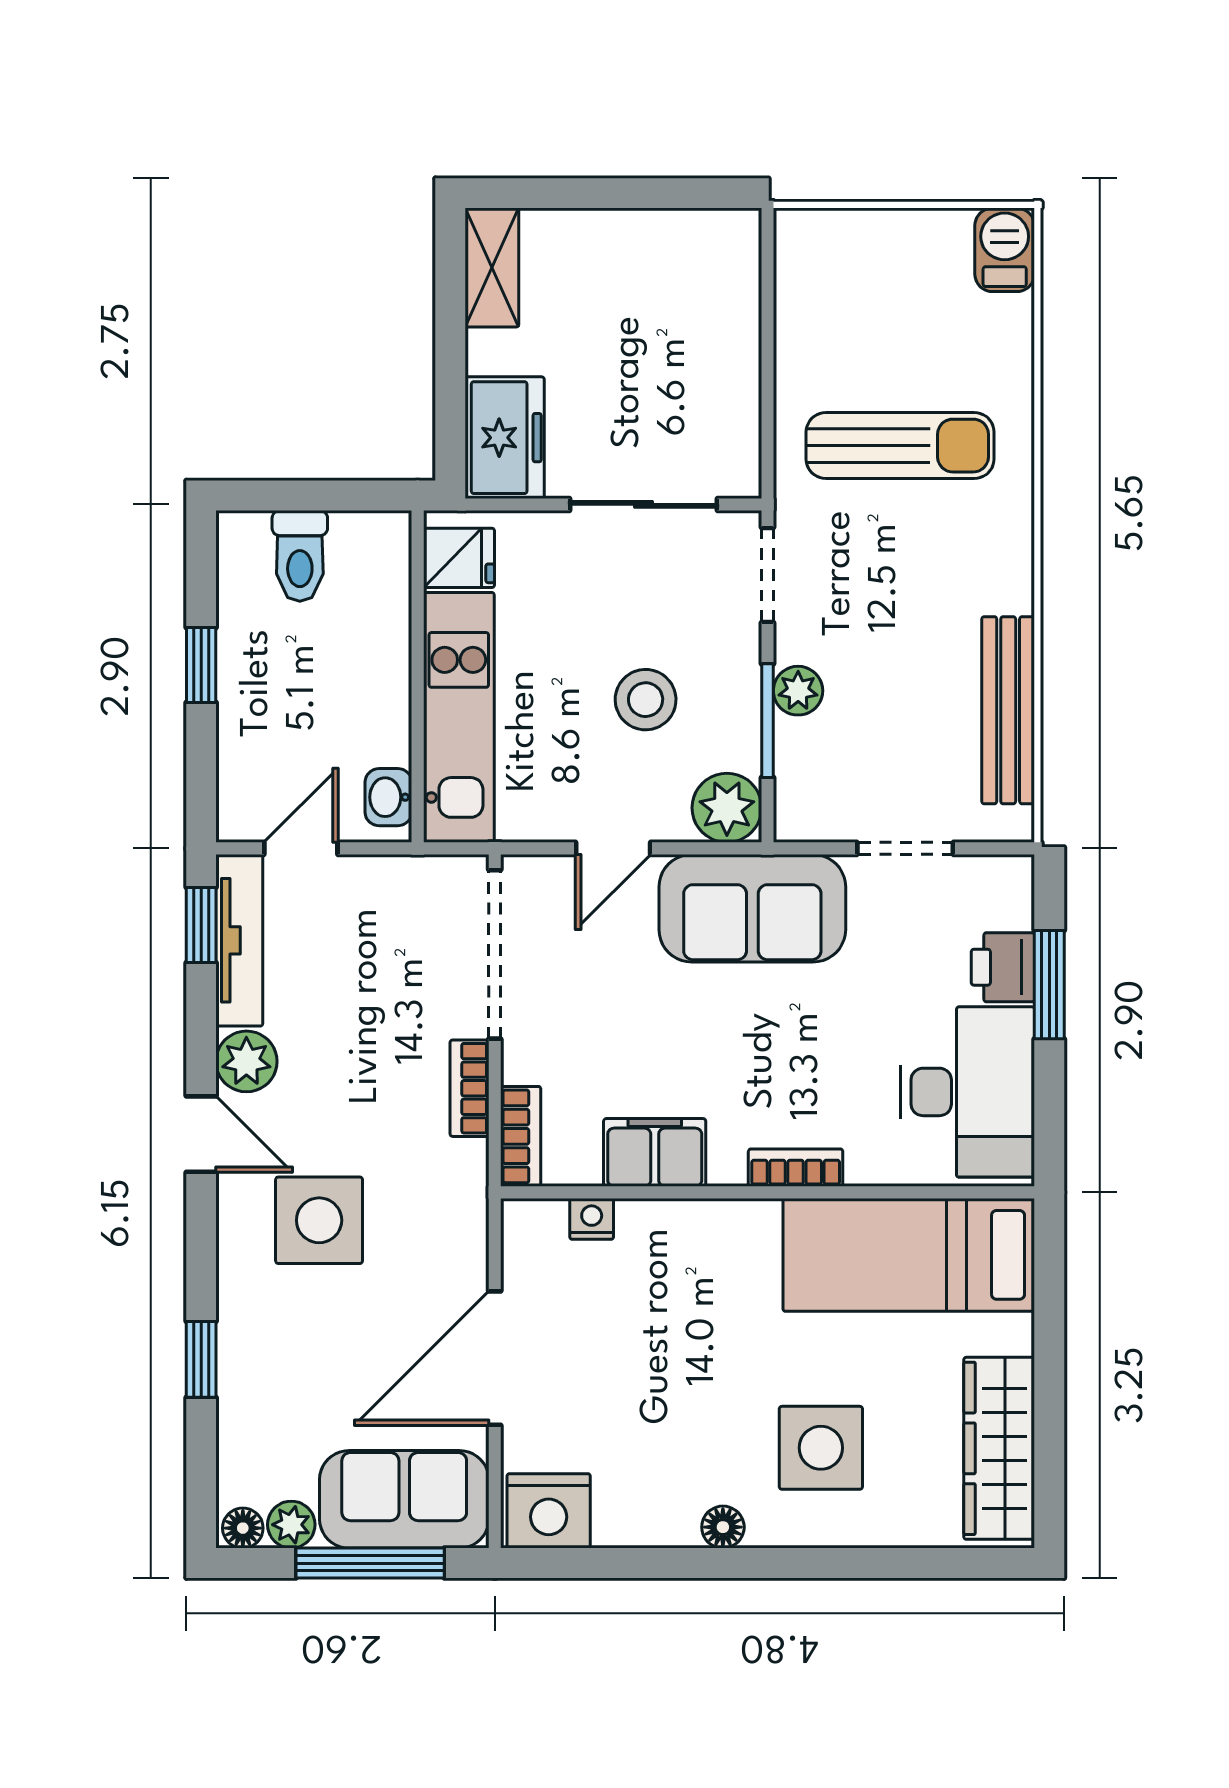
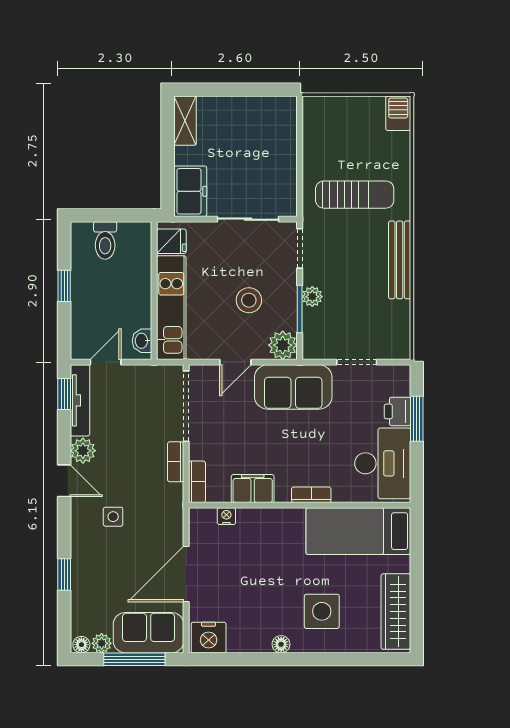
bench: (1008, 710) -> (400, 260), moved
side table: (319, 1220) -> (113, 517), width x0.54, depth x0.54

